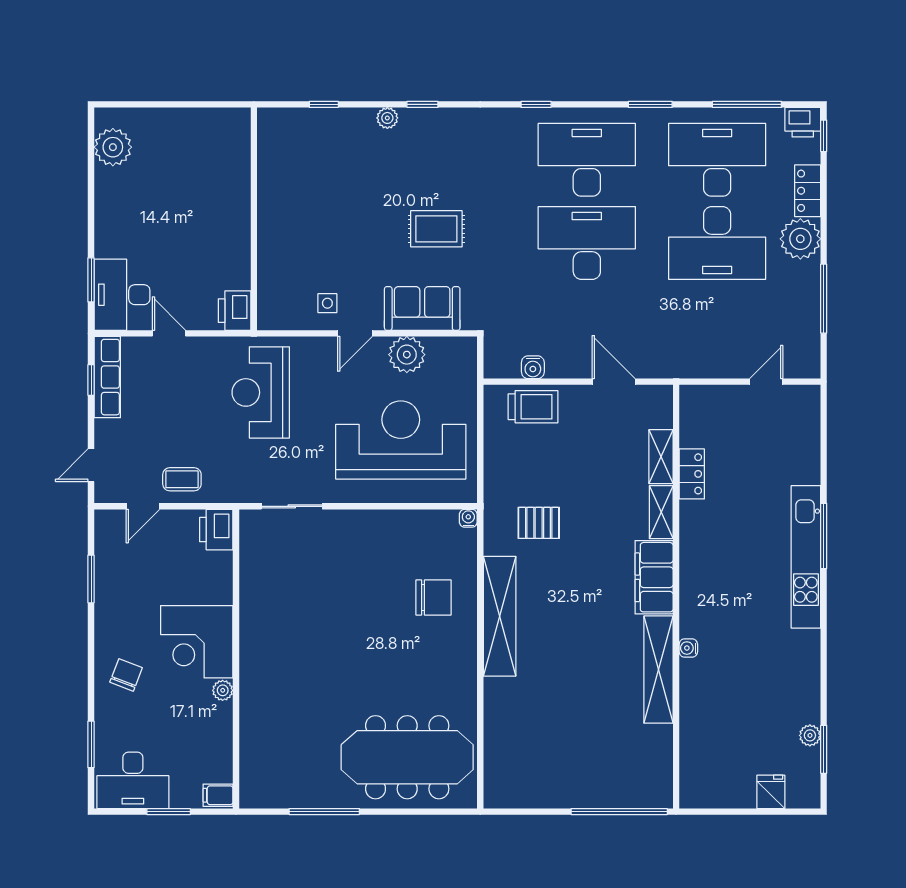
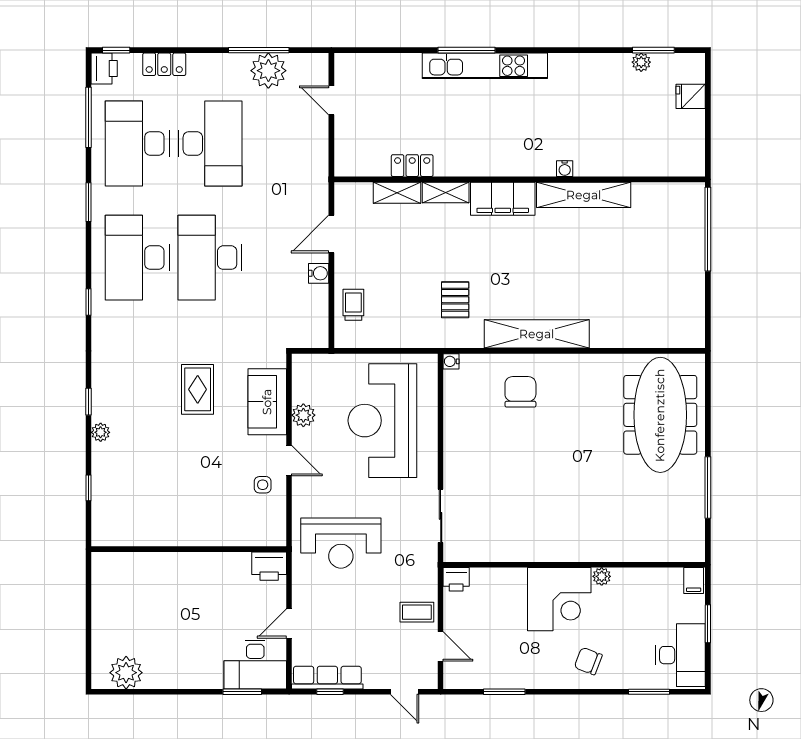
plant: (800, 239) -> (268, 71), moved
plant: (407, 355) -> (303, 415), width x0.73, depth x0.73
water cooler: (533, 367) -> (319, 273), moved
trolley: (533, 407) -> (353, 305), width x0.73, depth x0.72
coffee table: (182, 479) -> (417, 612), turned 90
printer: (216, 530) -> (456, 579), width x0.73, depth x0.81

